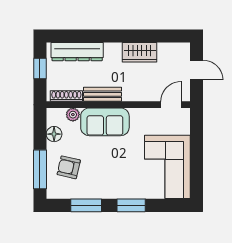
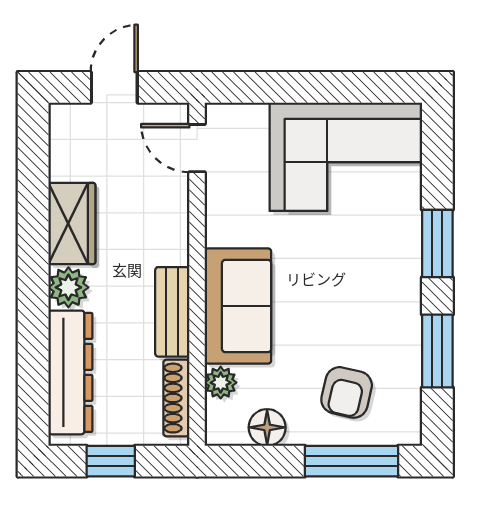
plant: (113, 51) -> (68, 287), added

